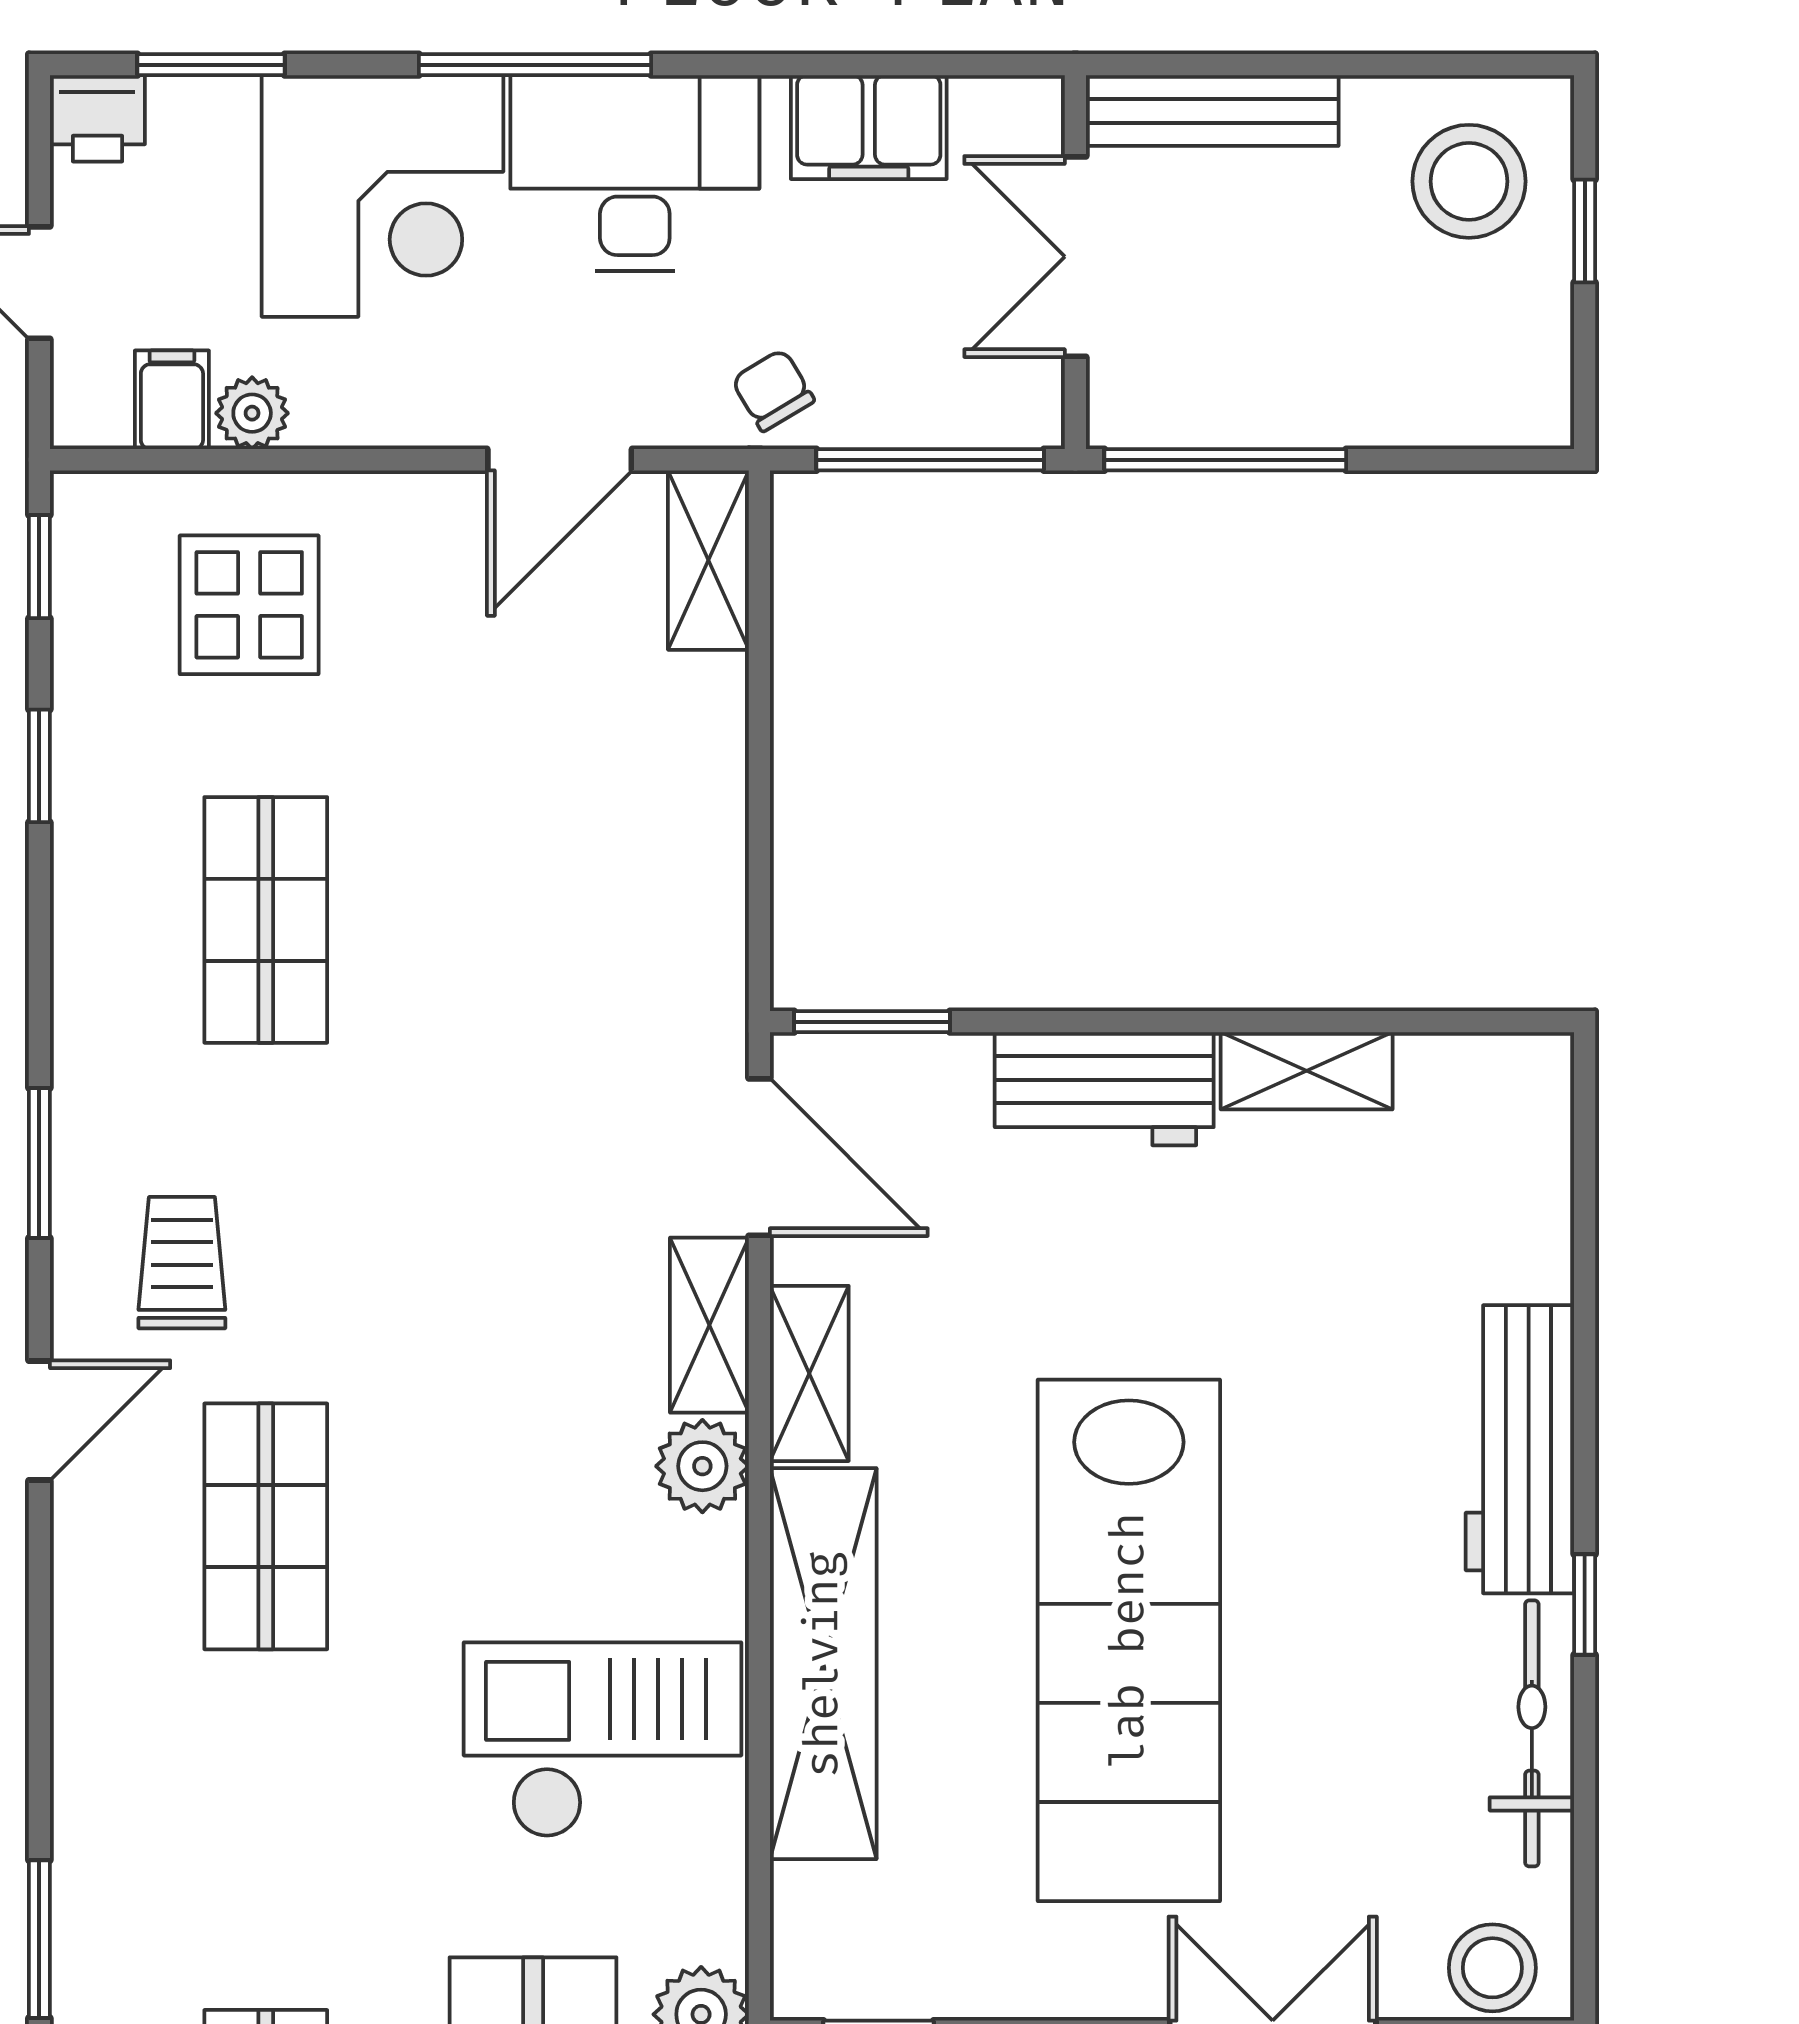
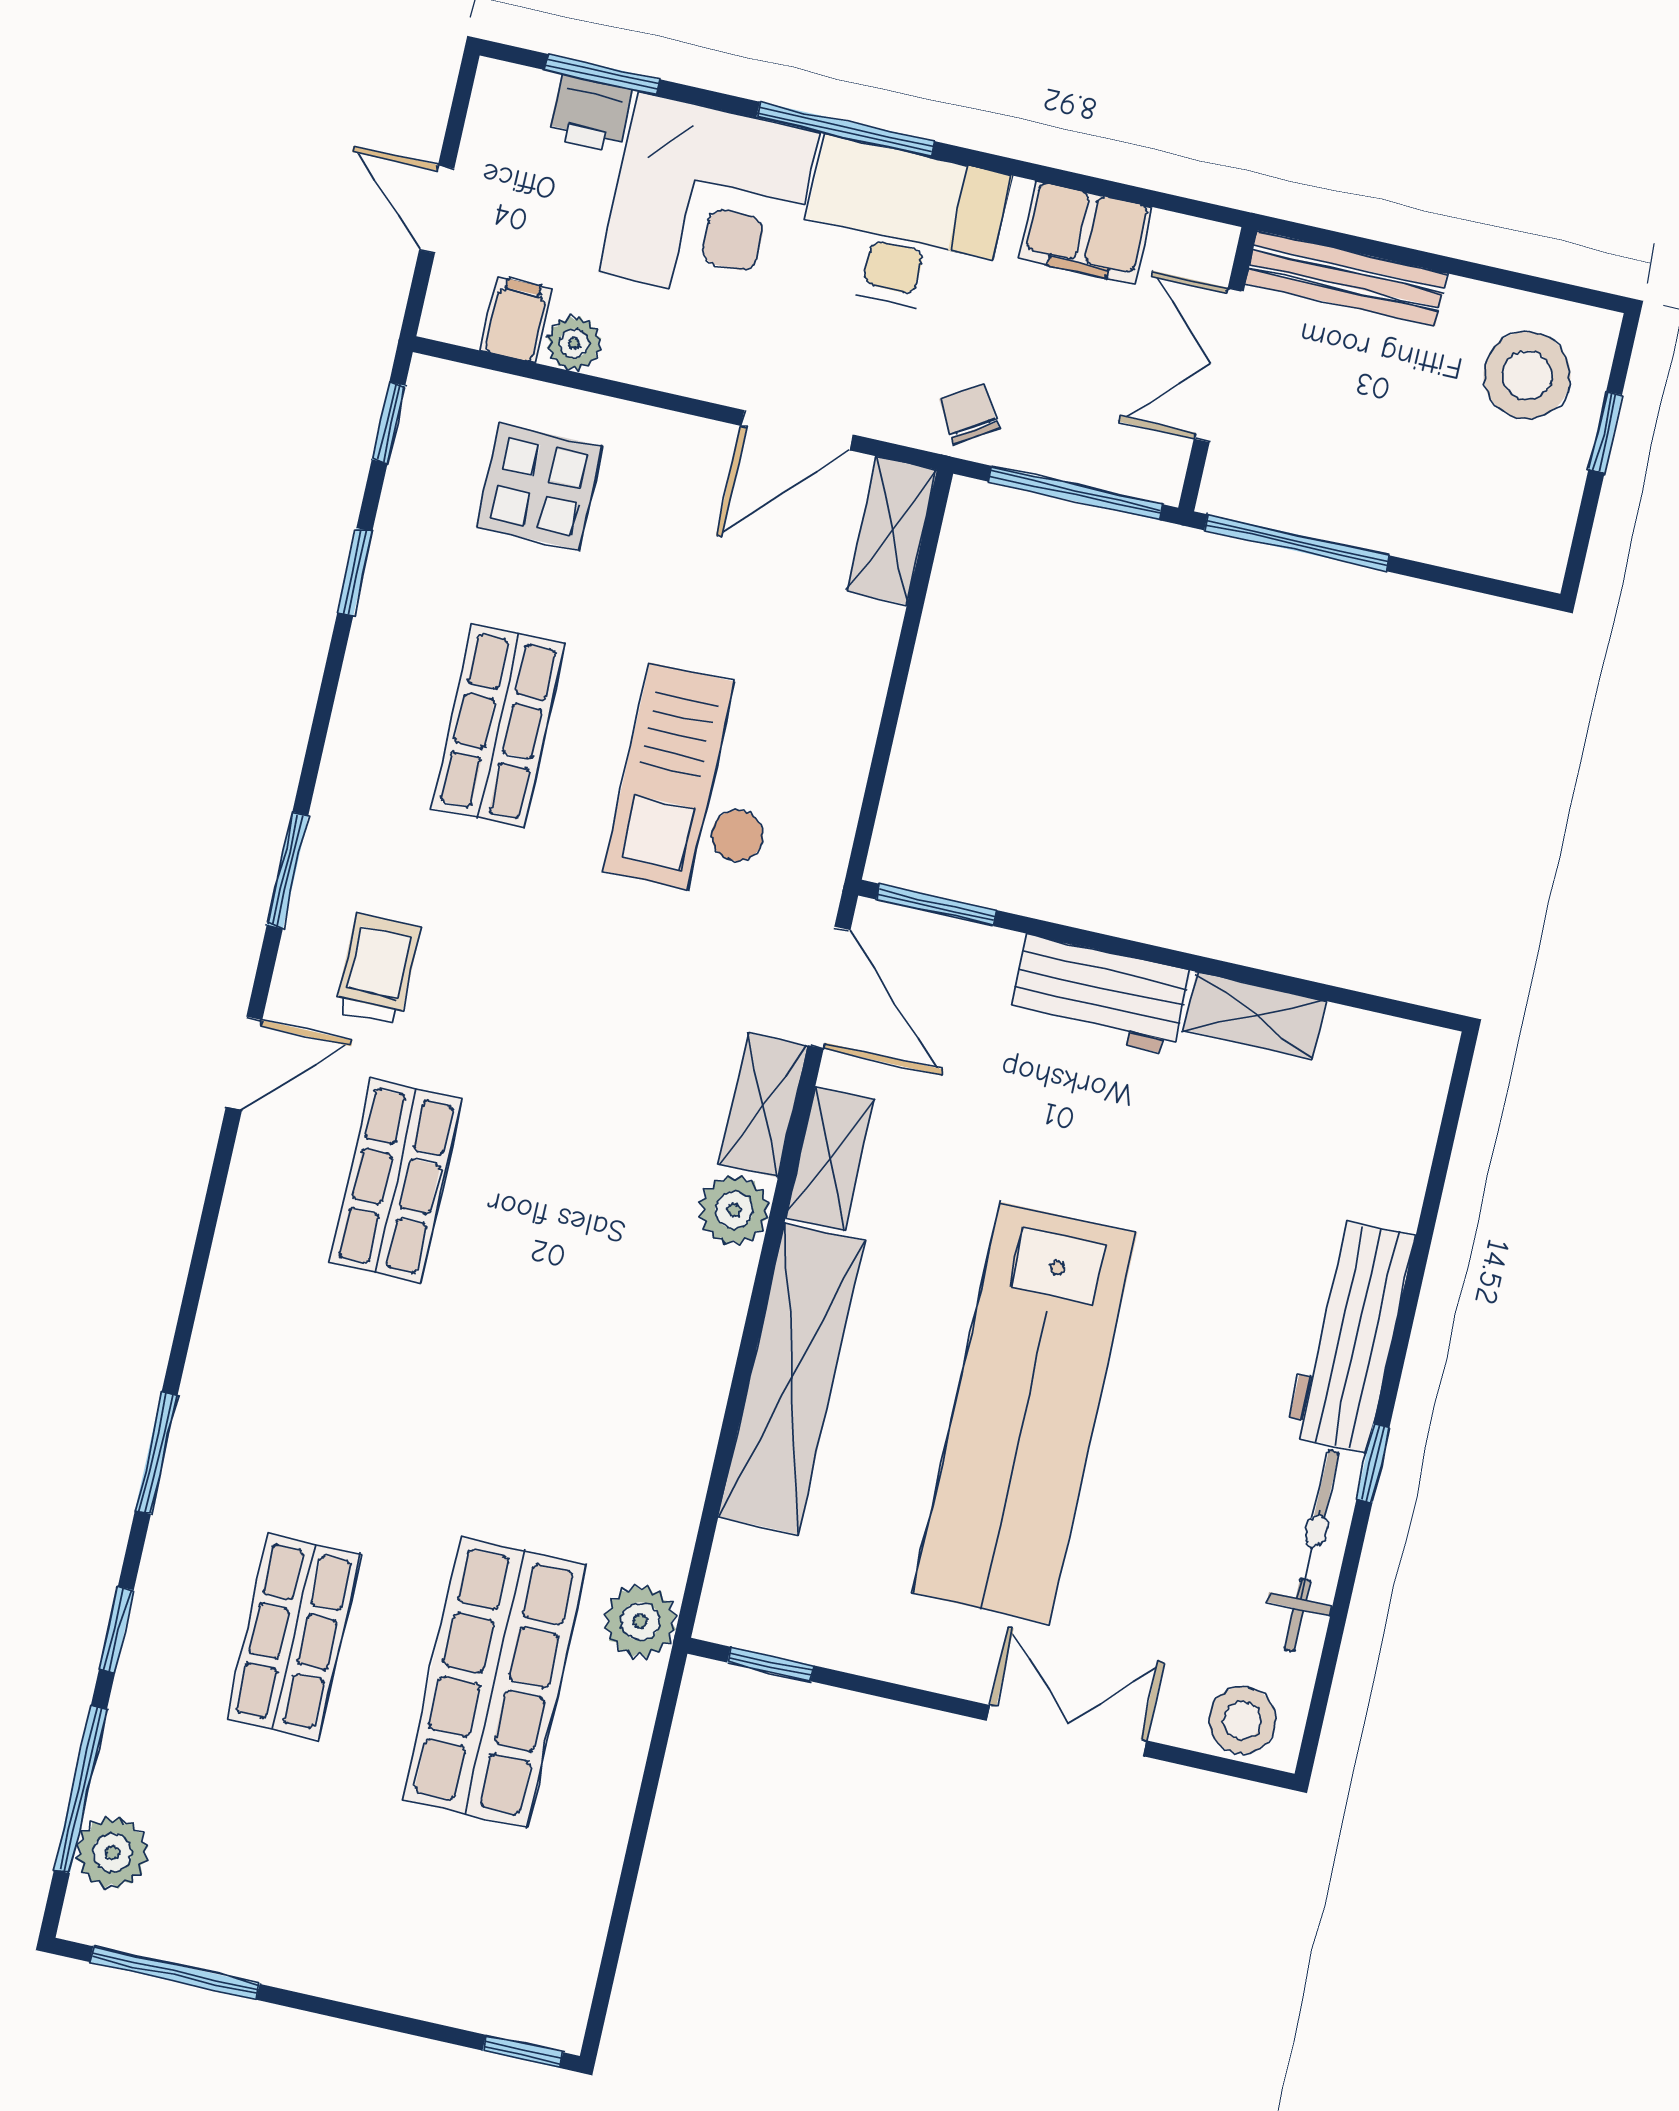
printer: (97, 118) -> (590, 114), moved
checkout: (603, 1740) -> (700, 783), moved, turned -90

